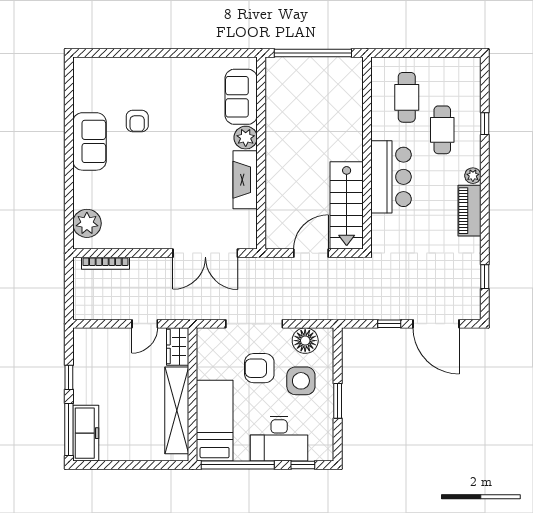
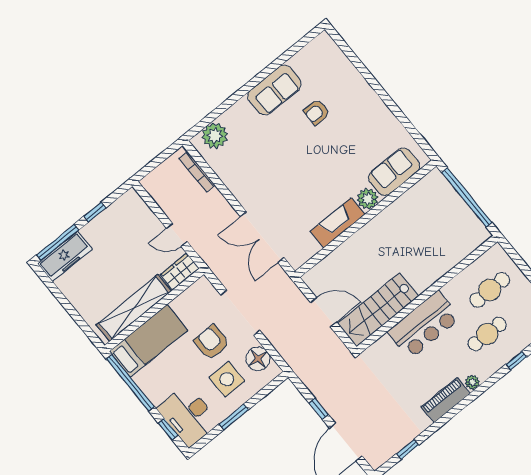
desk: (279, 439) -> (188, 416), moved

